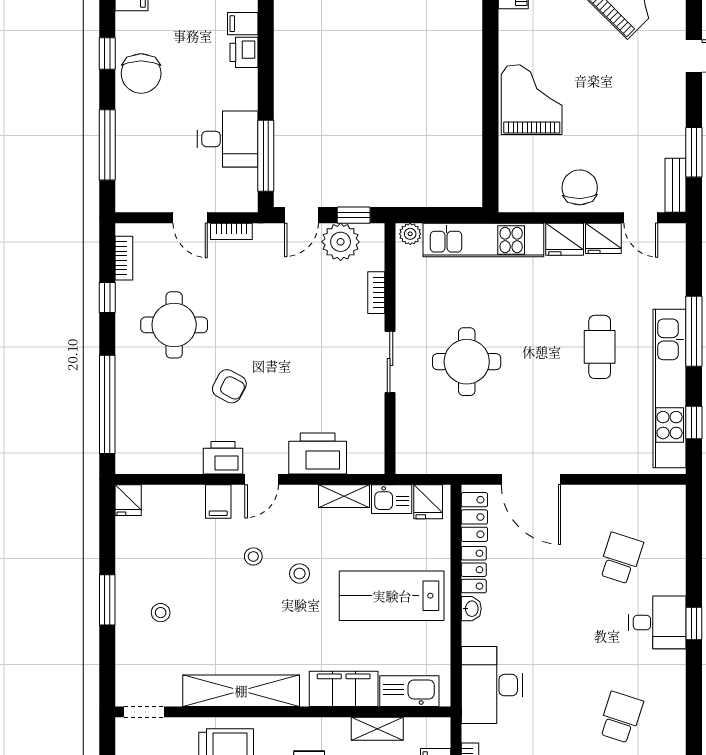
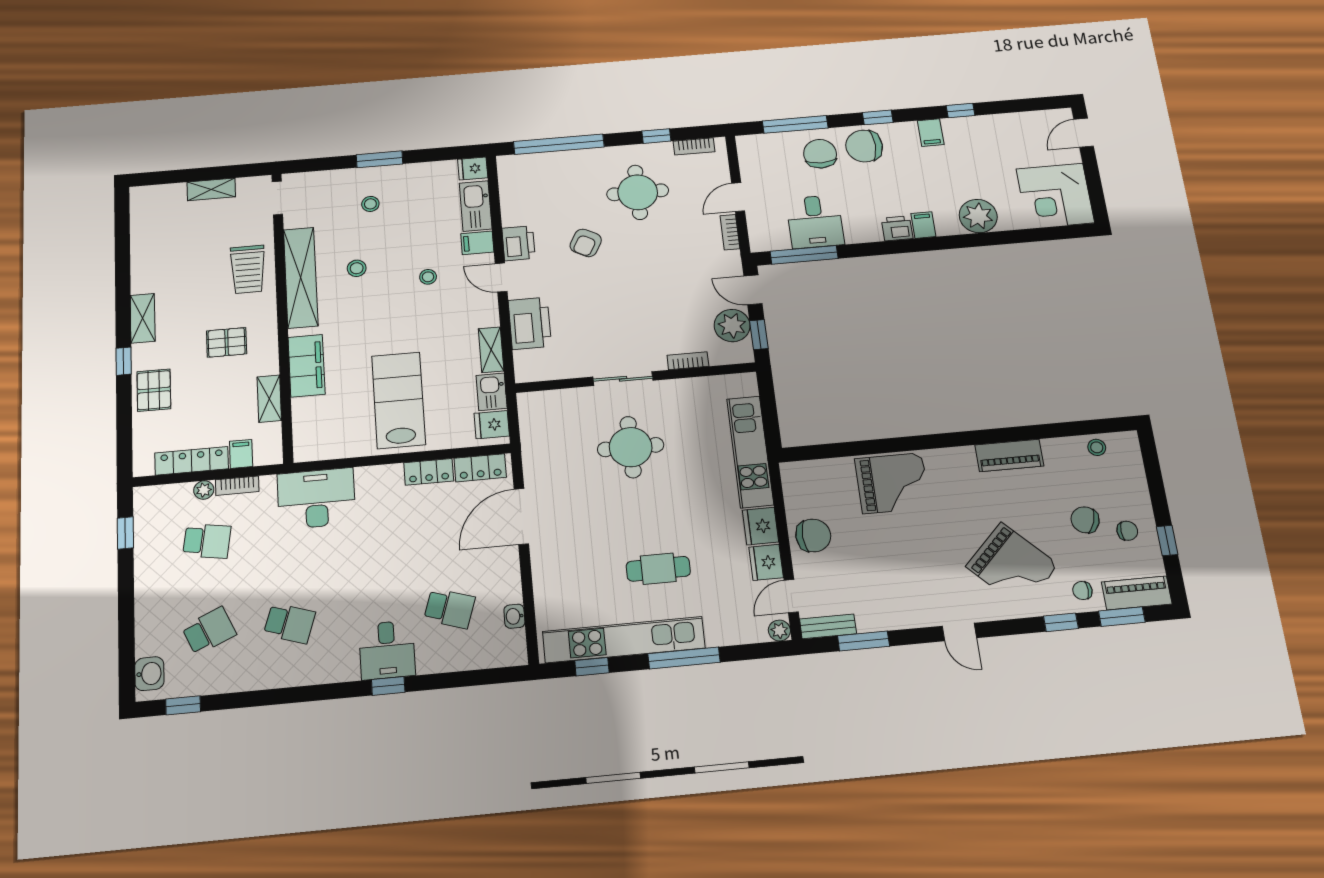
chair: (146, 123) -> (820, 154), added
plant: (410, 234) -> (779, 630), moved
stool: (300, 574) -> (357, 268), moved
washbasin: (471, 609) -> (514, 616), moved, turned 90
kitchen sink: (409, 691) -> (476, 206), moved, turned 180

